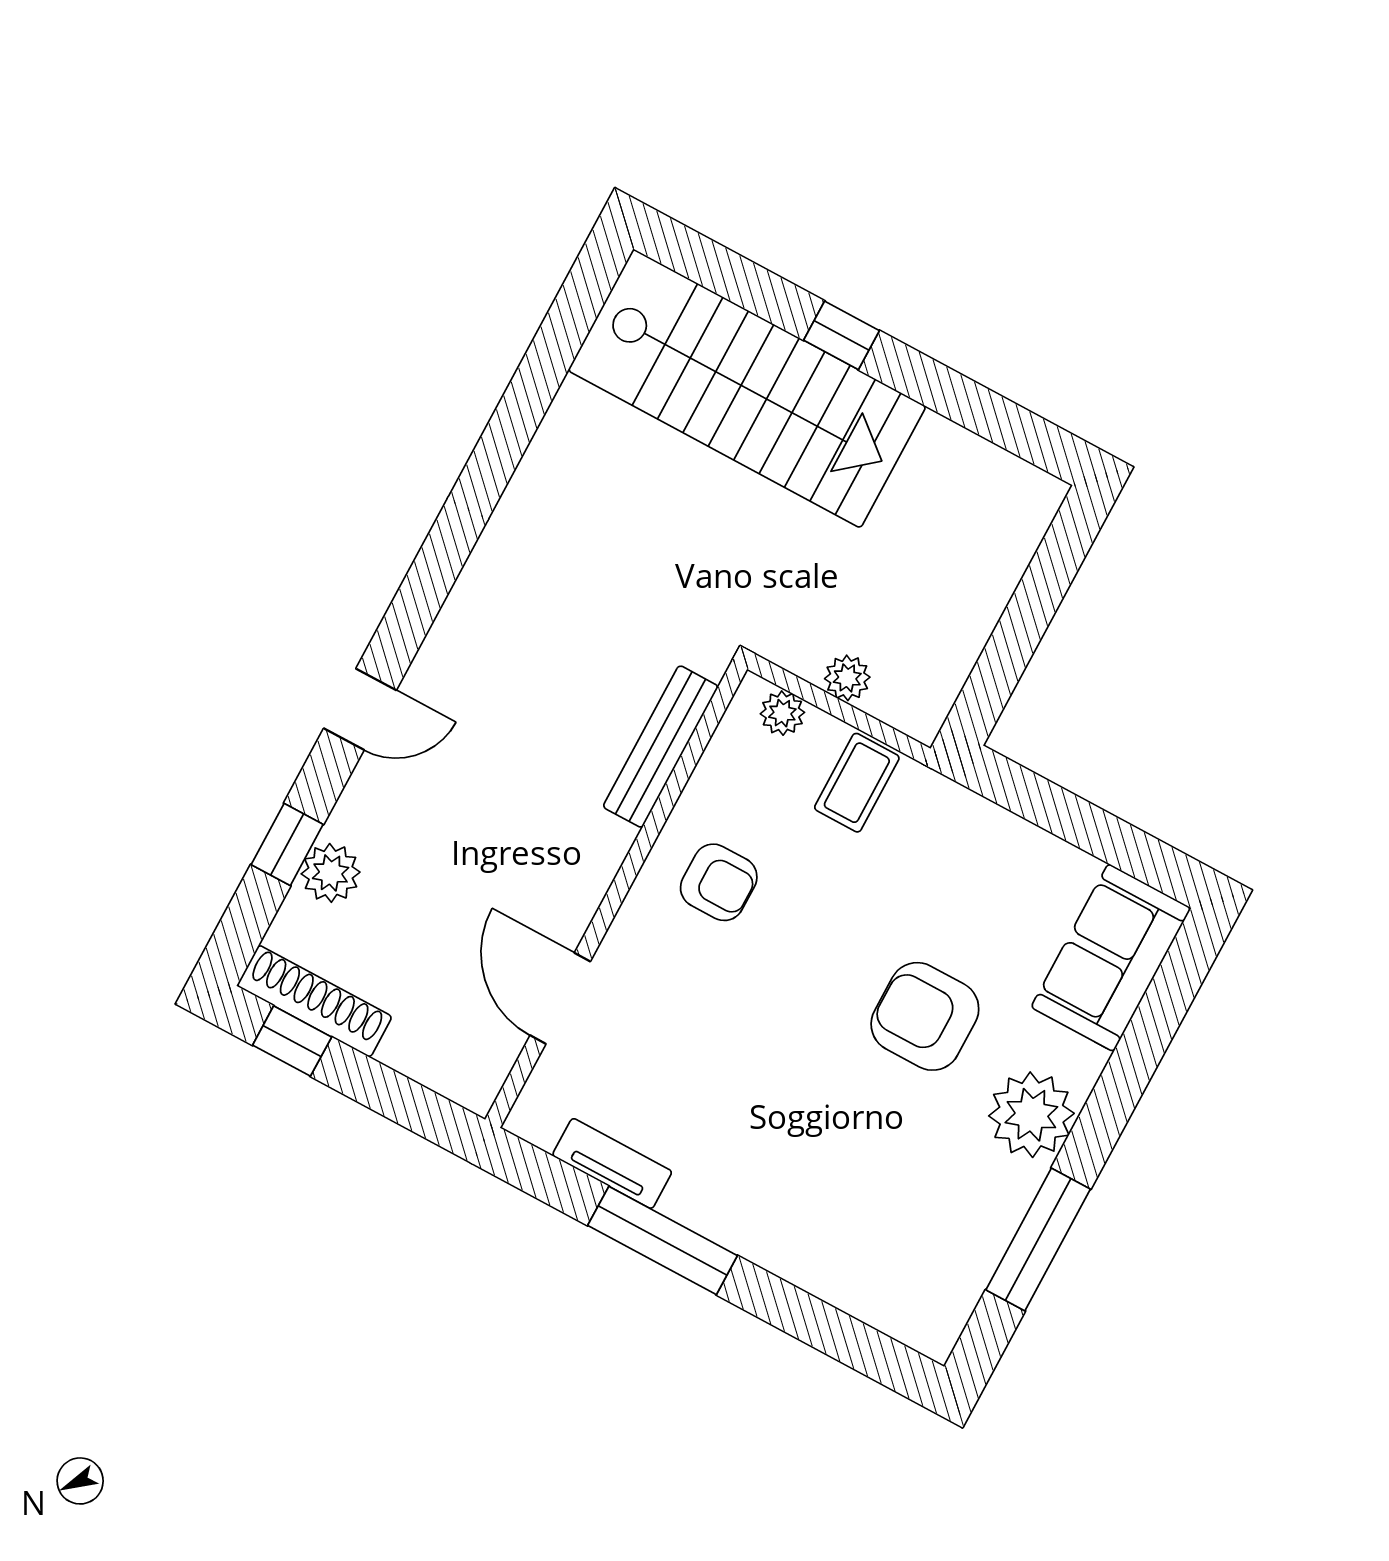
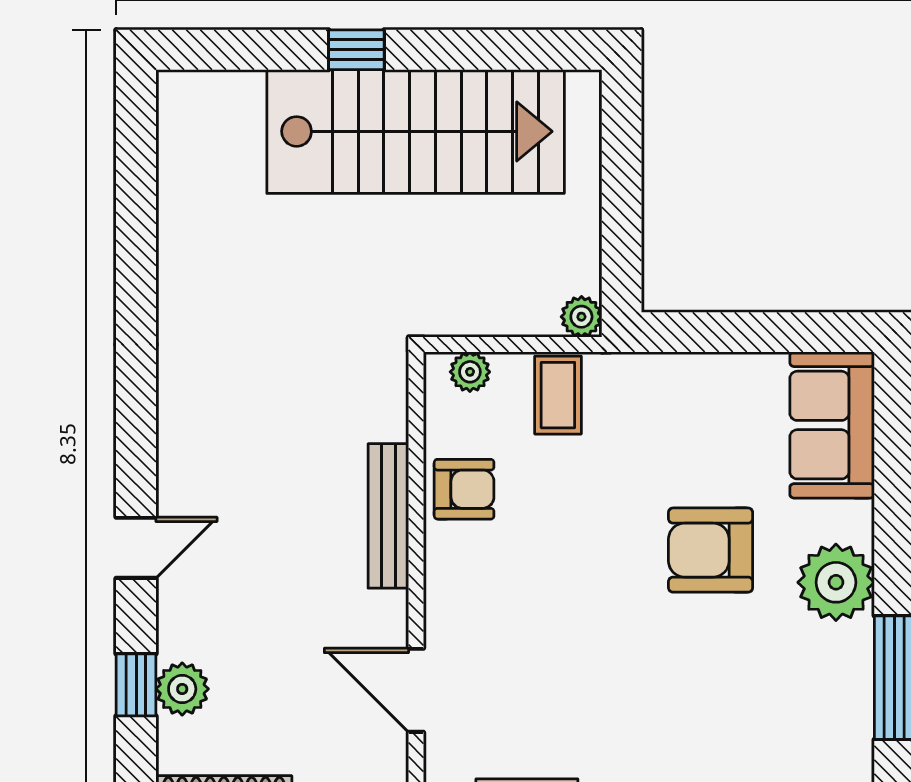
stairs: (747, 388) -> (416, 131), moved
plant: (847, 678) -> (581, 317), moved
bench: (661, 747) -> (388, 516), moved
armchair: (719, 882) -> (464, 489), moved

